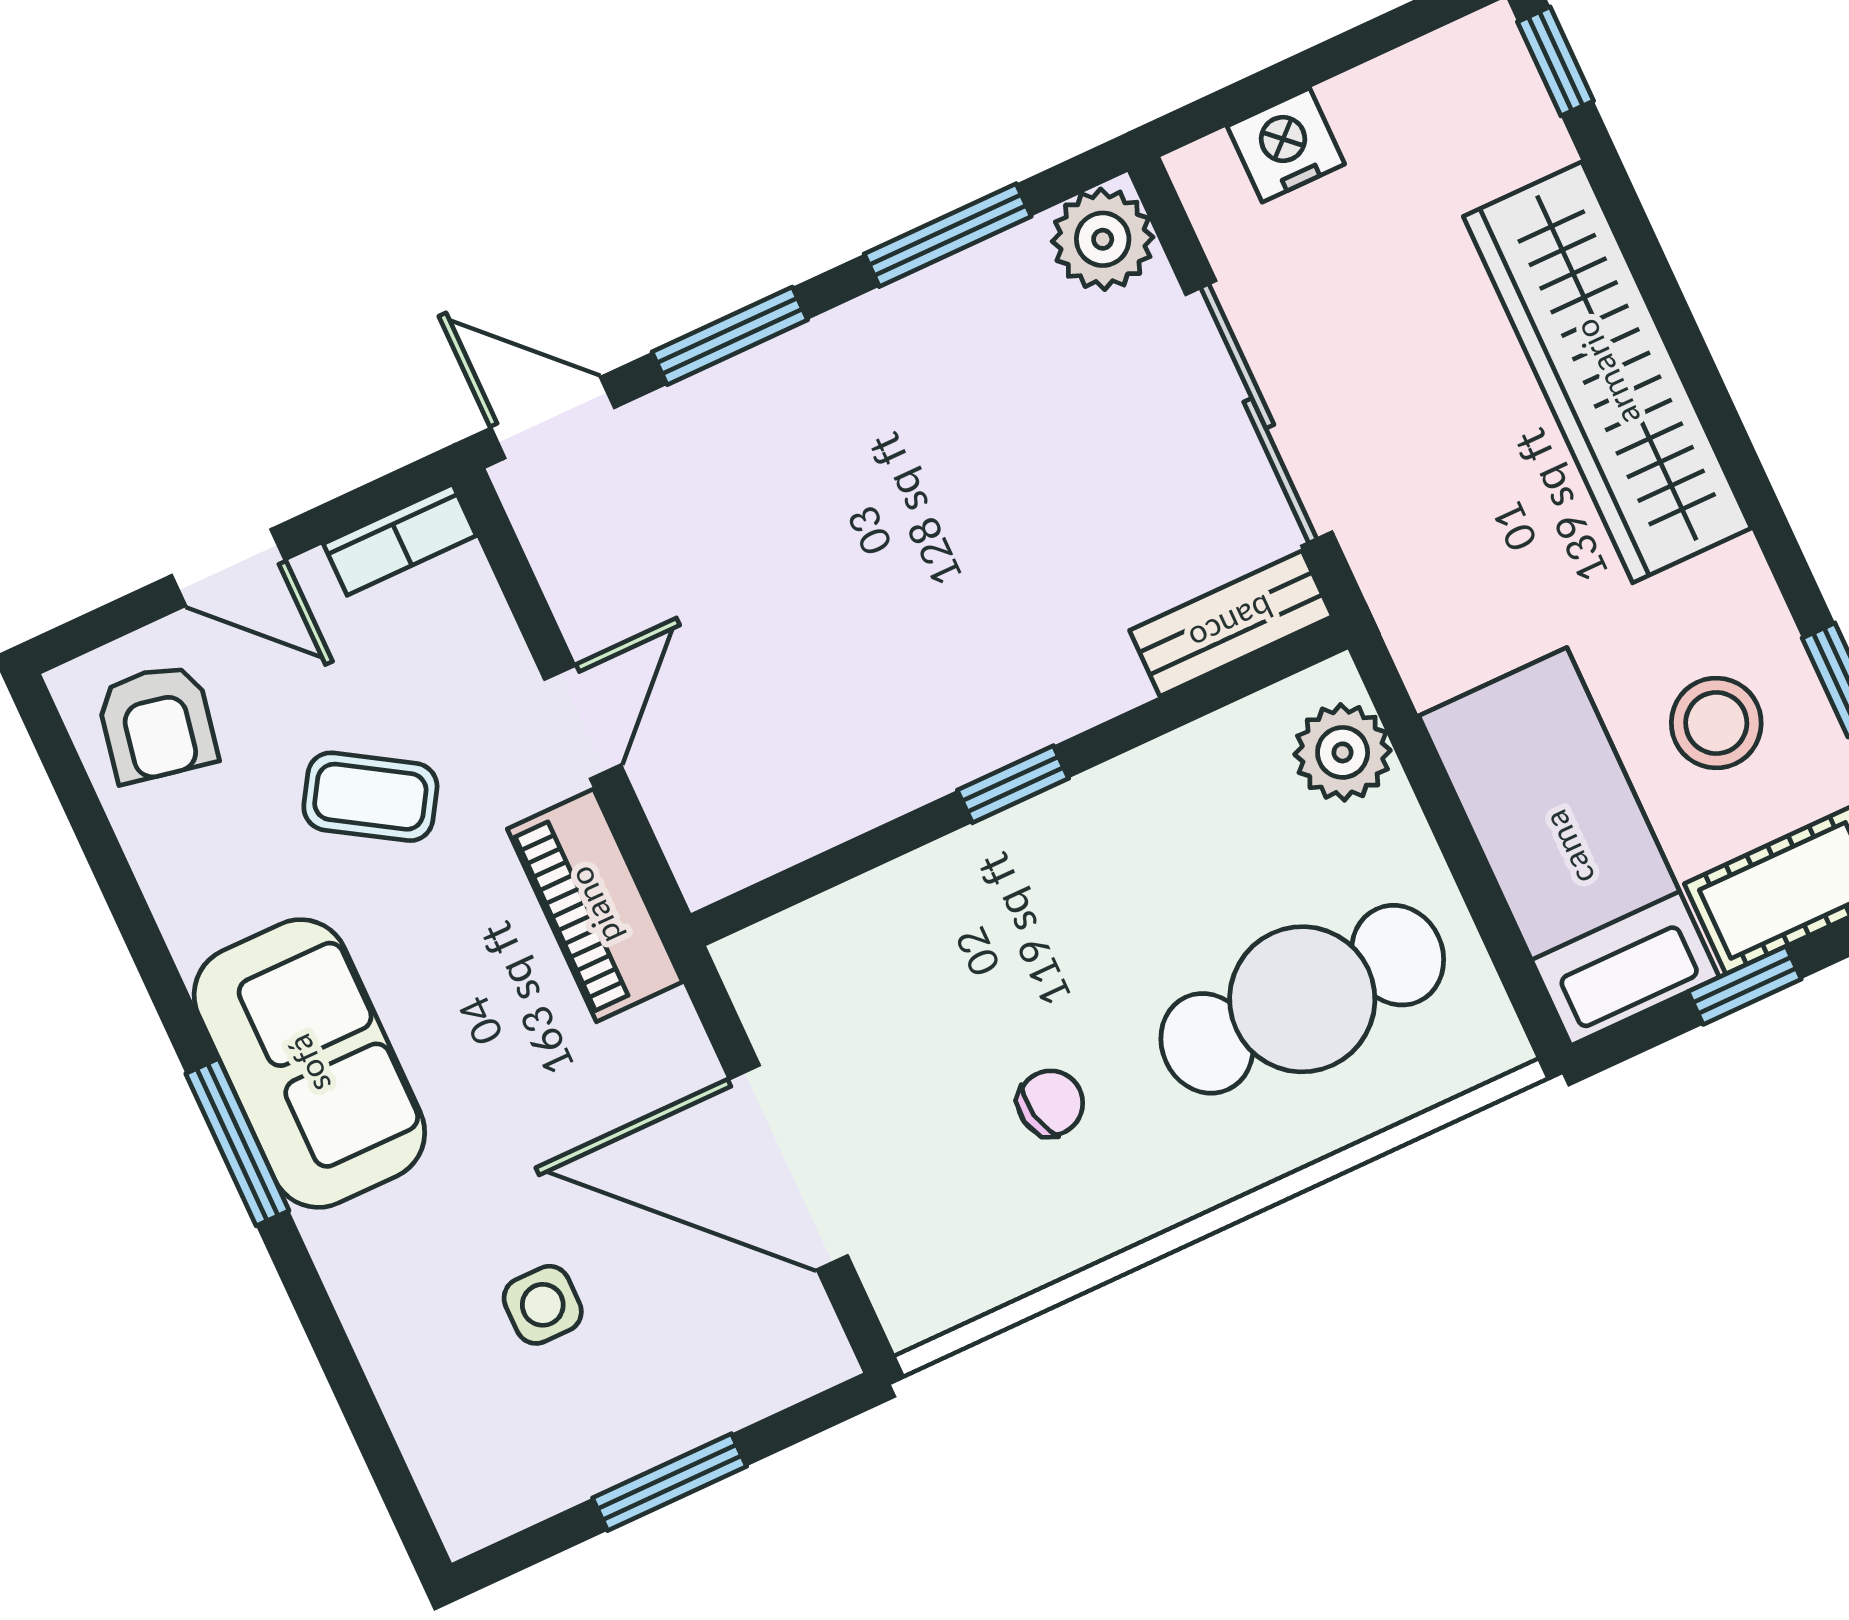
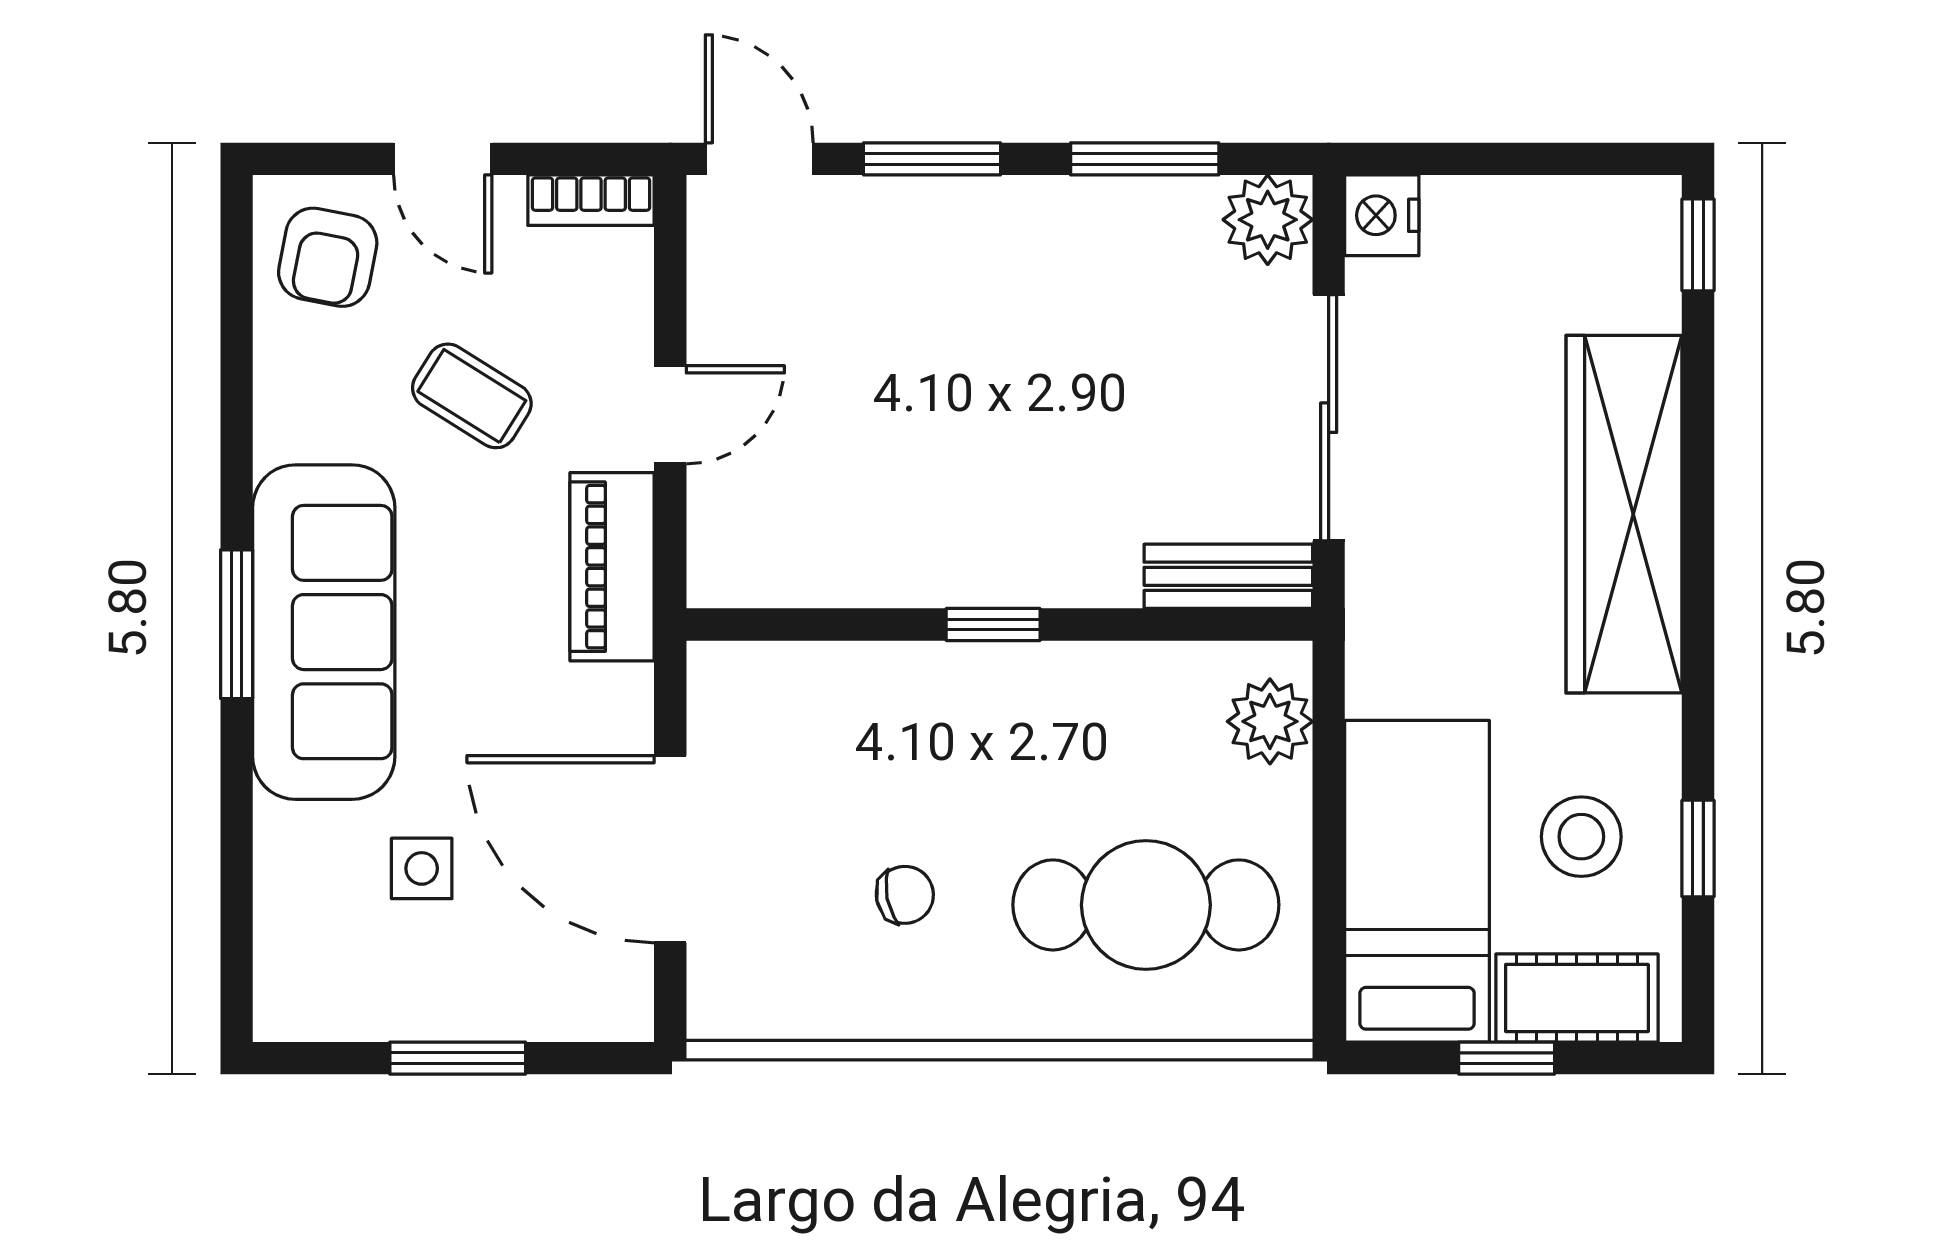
nightstand: (1286, 145) -> (1382, 215), moved, turned -90
sofa: (309, 1063) -> (324, 632), width x1.36

